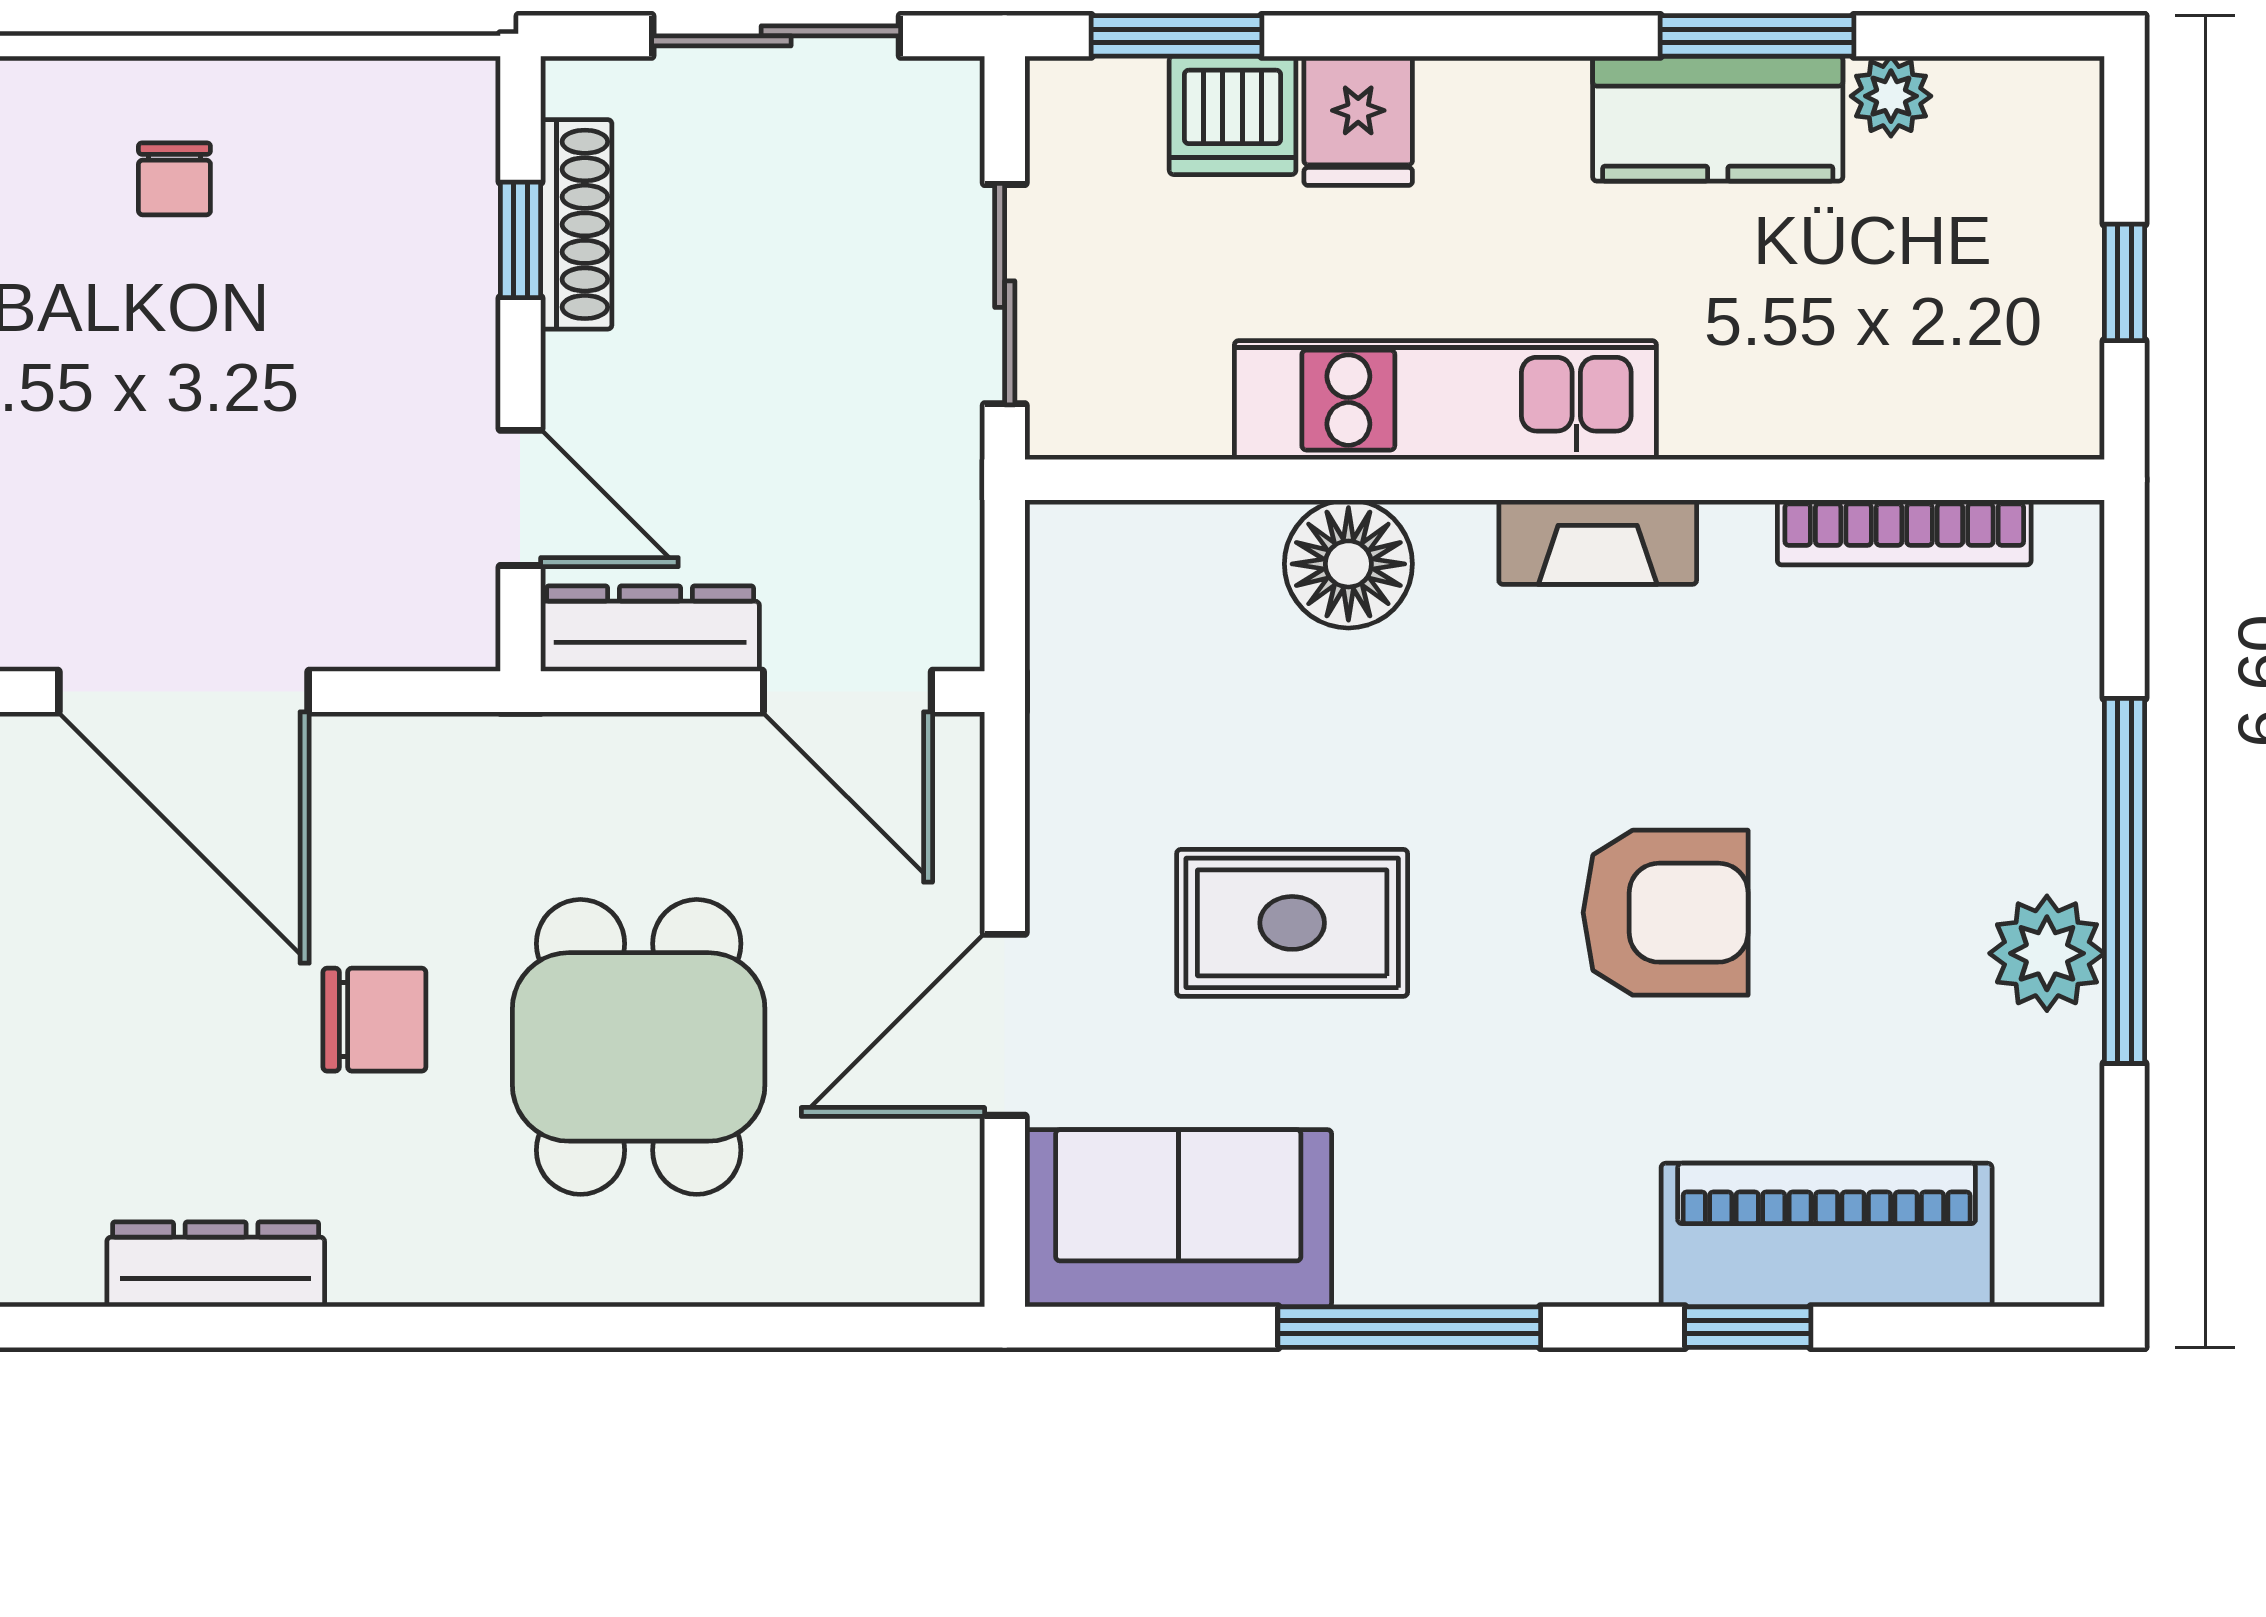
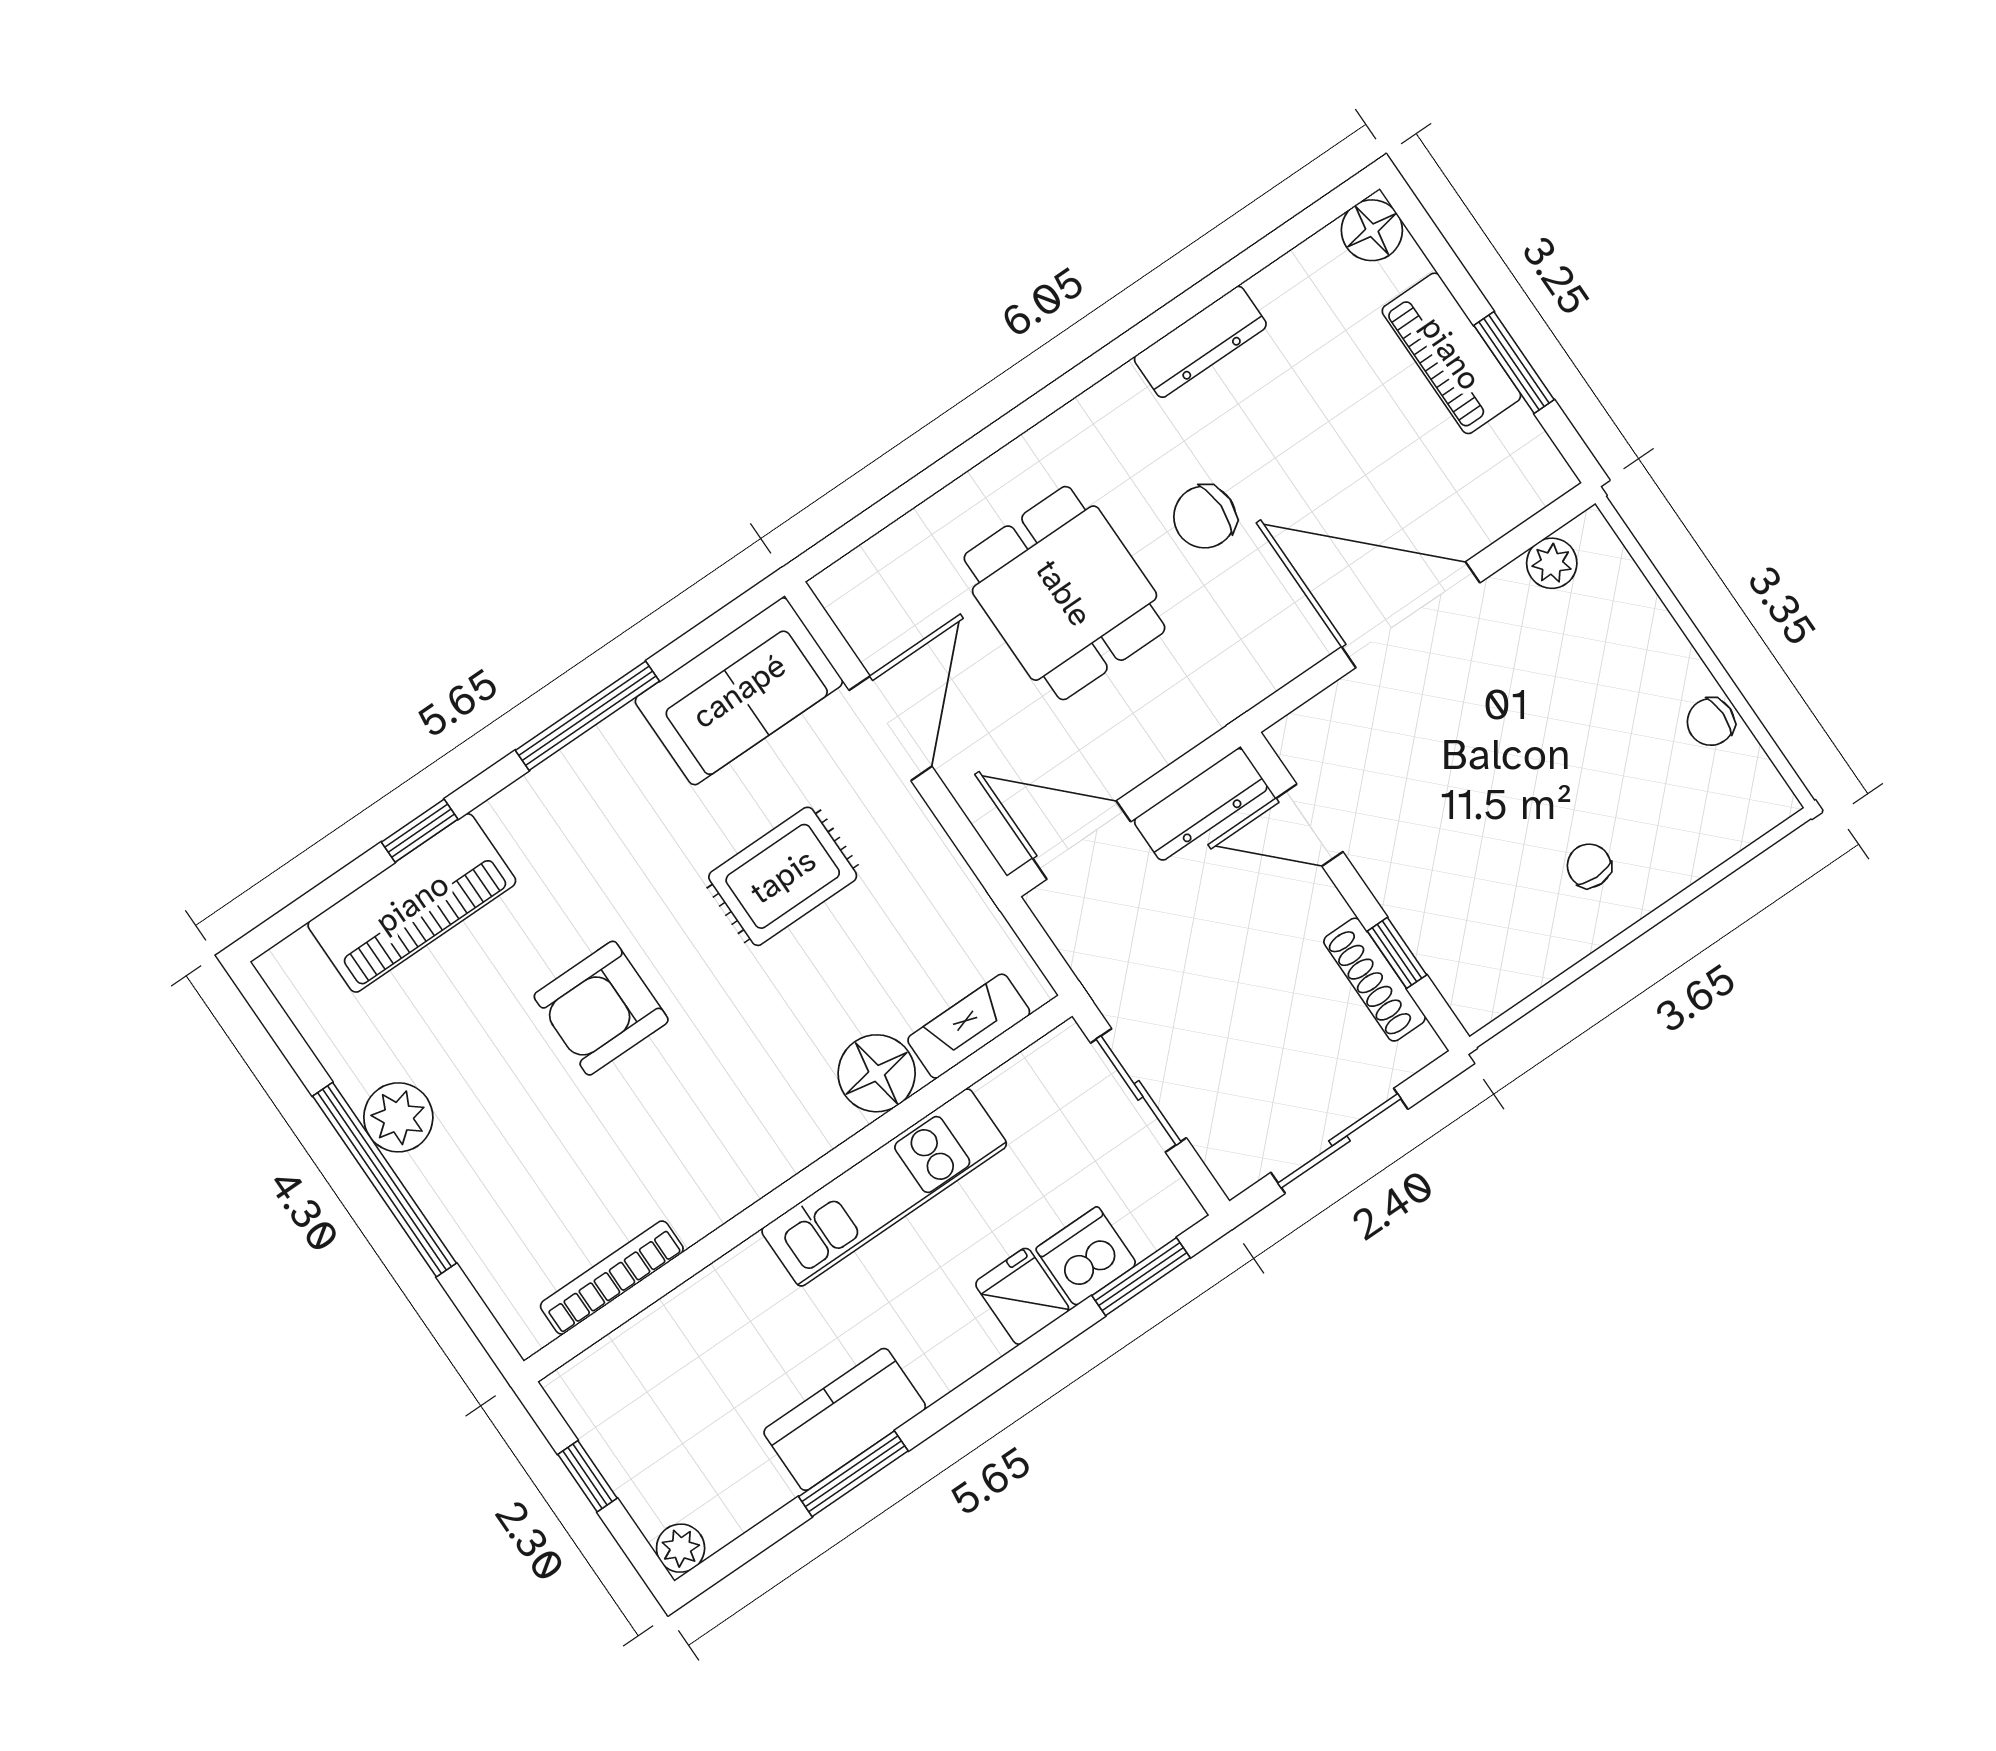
plant: (1891, 96) -> (681, 1548), moved
fireplace: (1598, 542) -> (969, 1026), moved

